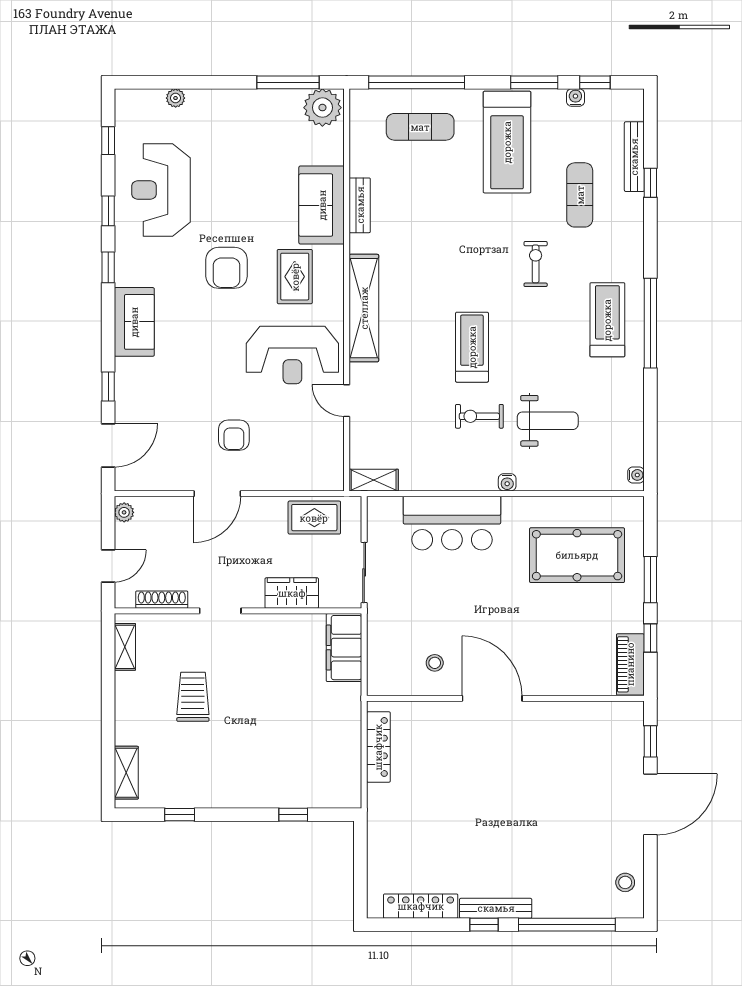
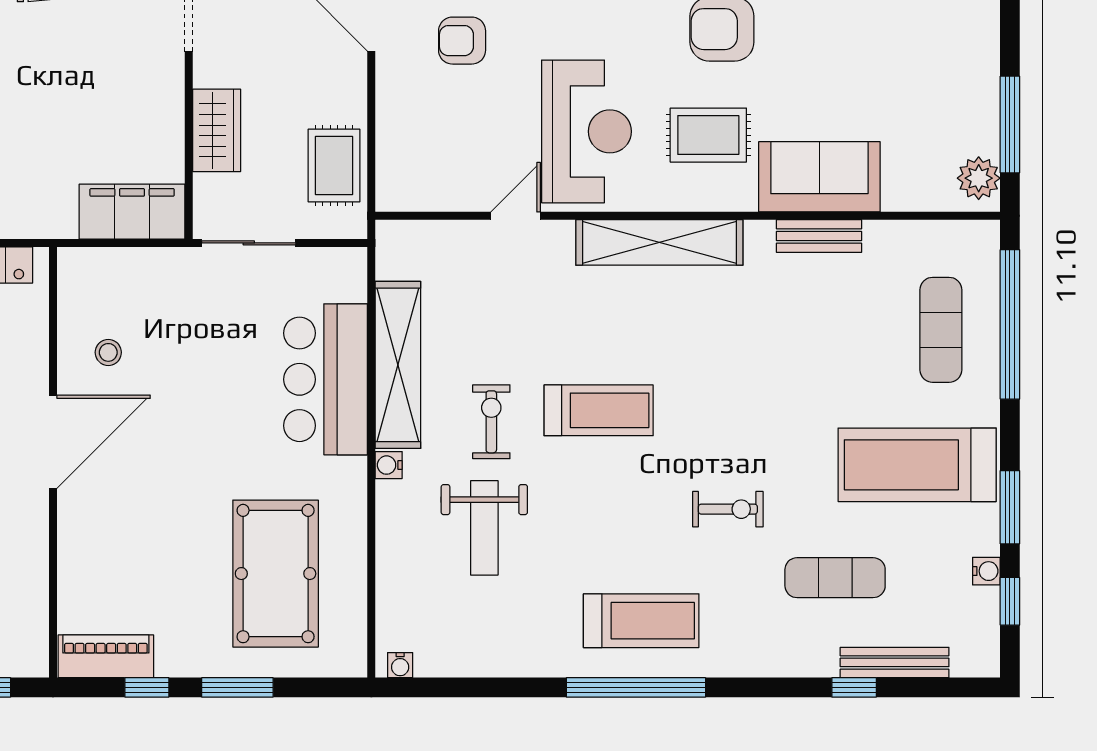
plant: (322, 108) -> (979, 178), width x0.73, depth x0.73
reception desk: (292, 355) -> (587, 131), turned 180
shelving: (374, 480) -> (398, 365), moved, width x2.20, depth x1.33

